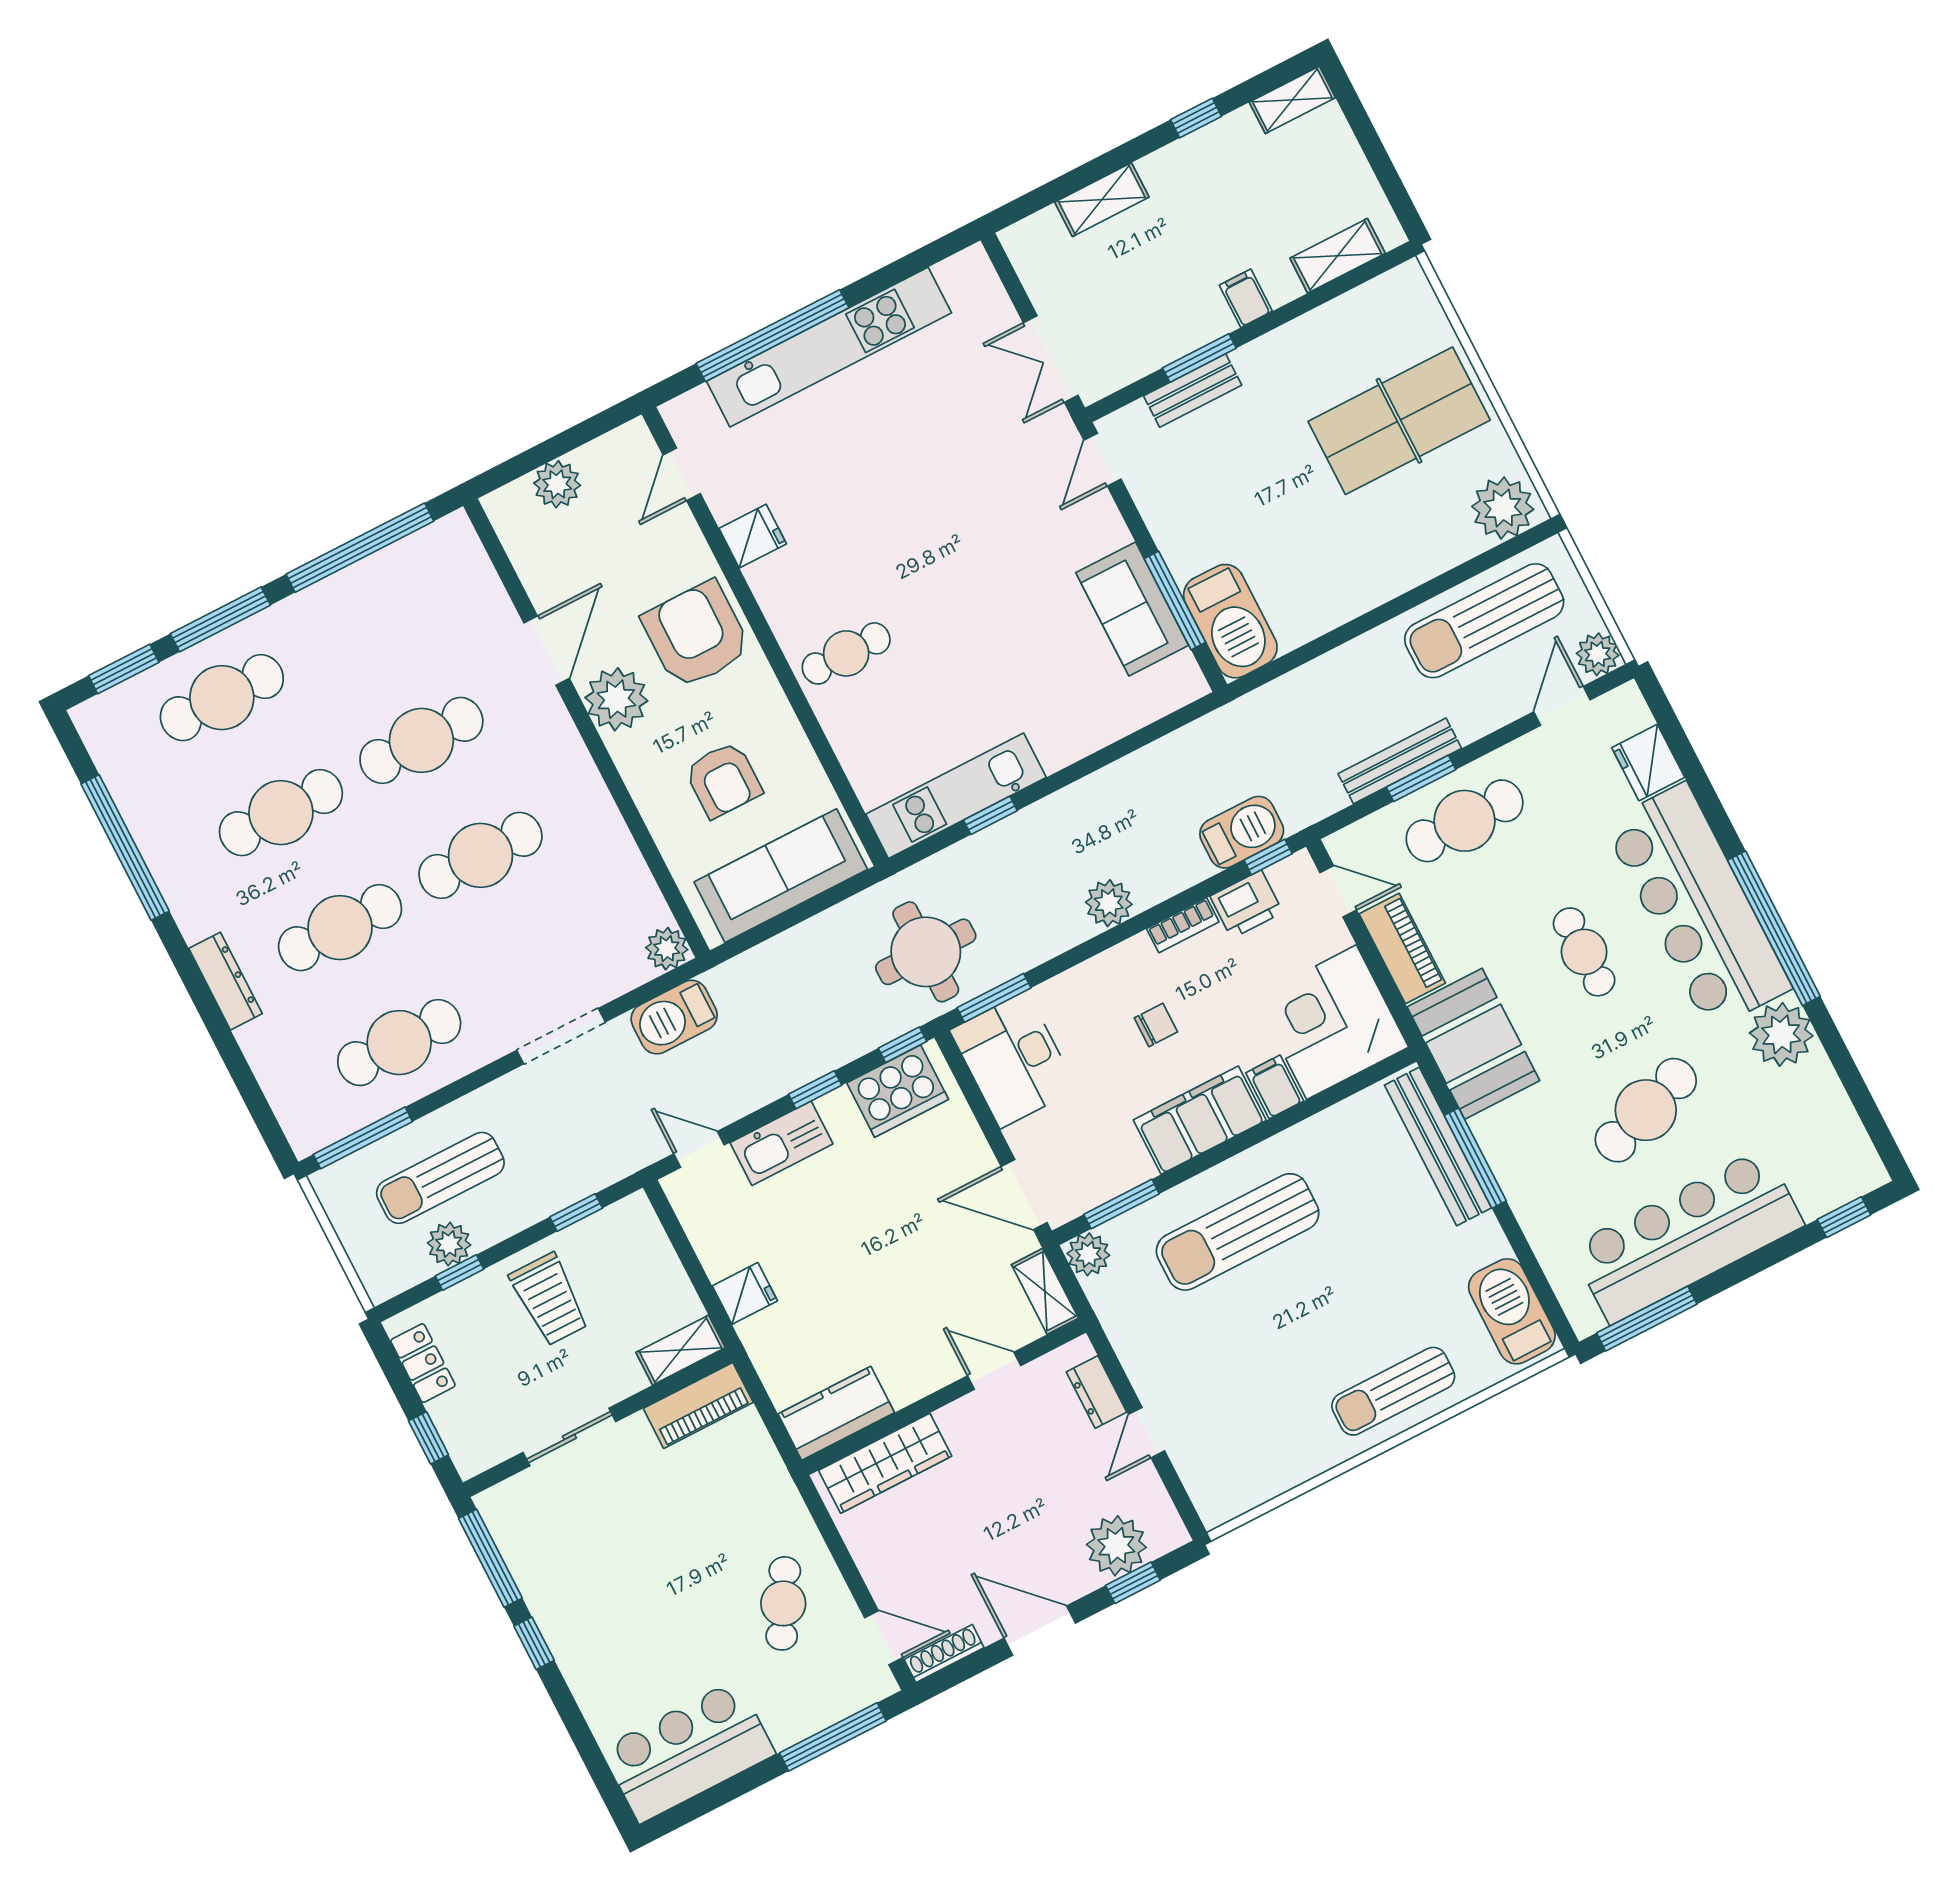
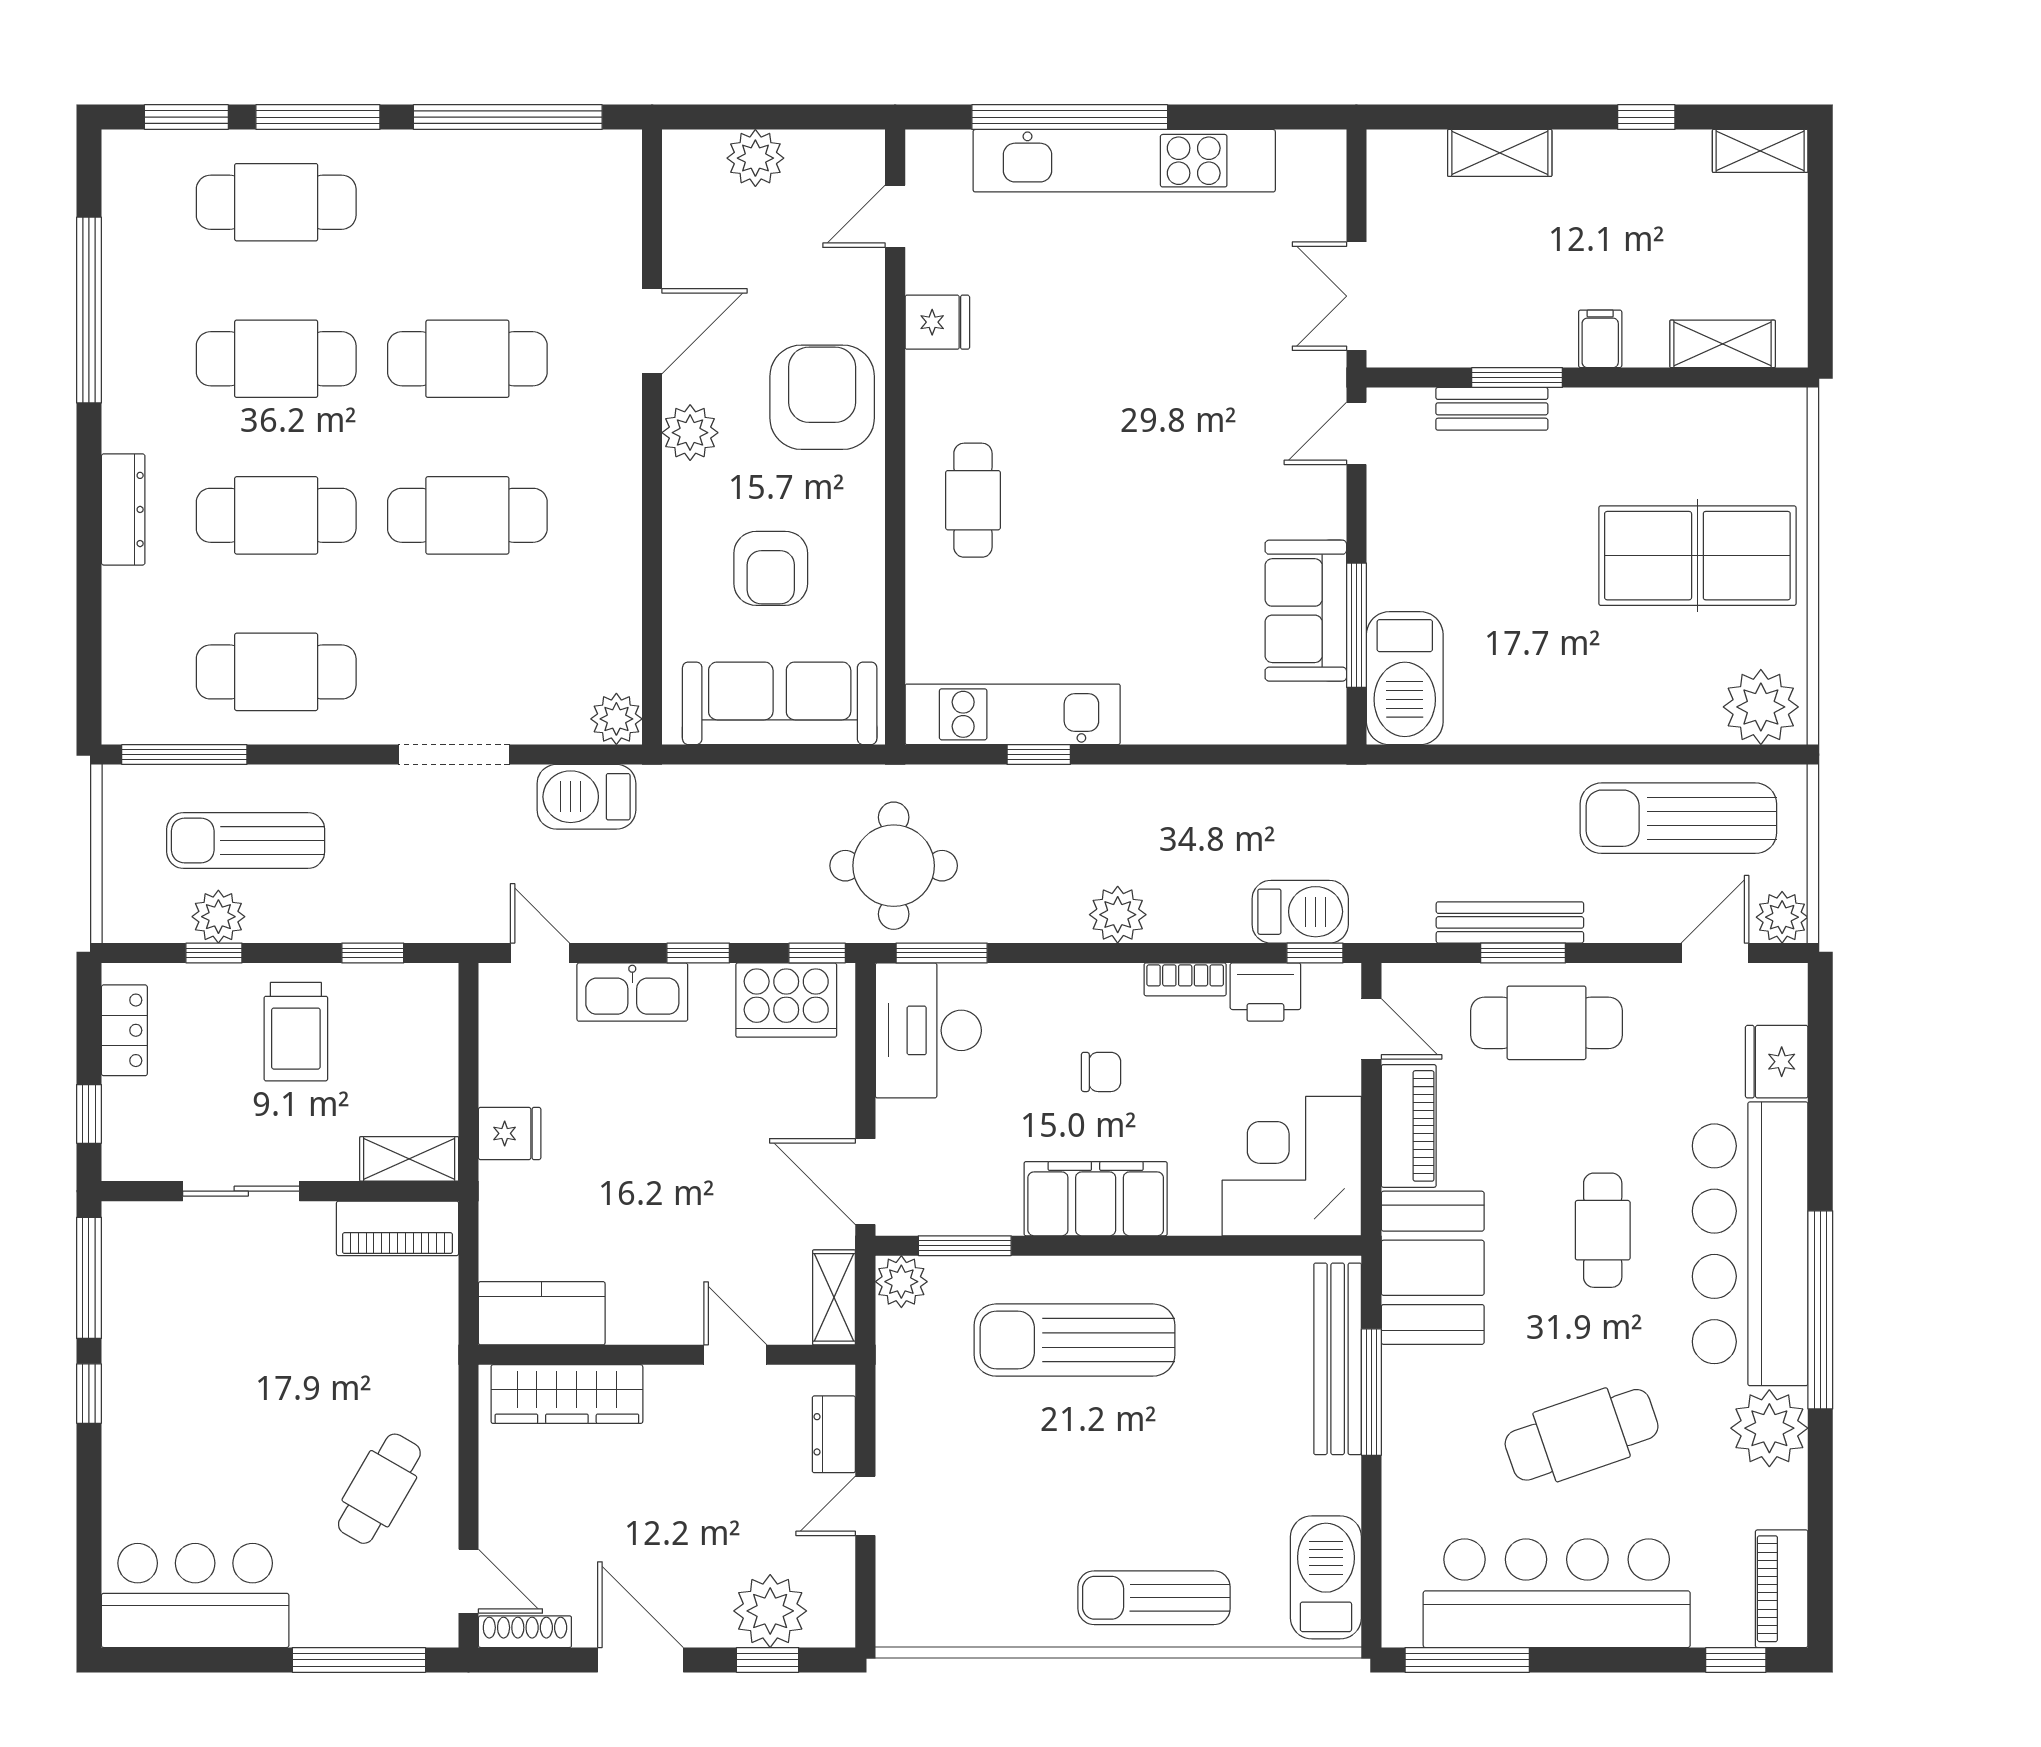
cafe table: (846, 653) -> (973, 500), turned 90
plant: (616, 699) -> (690, 433), width x0.73, depth x0.73
filing cabinet: (1275, 1087) -> (1195, 1204), removed
piano: (1851, 1148) -> (1782, 1589), added

